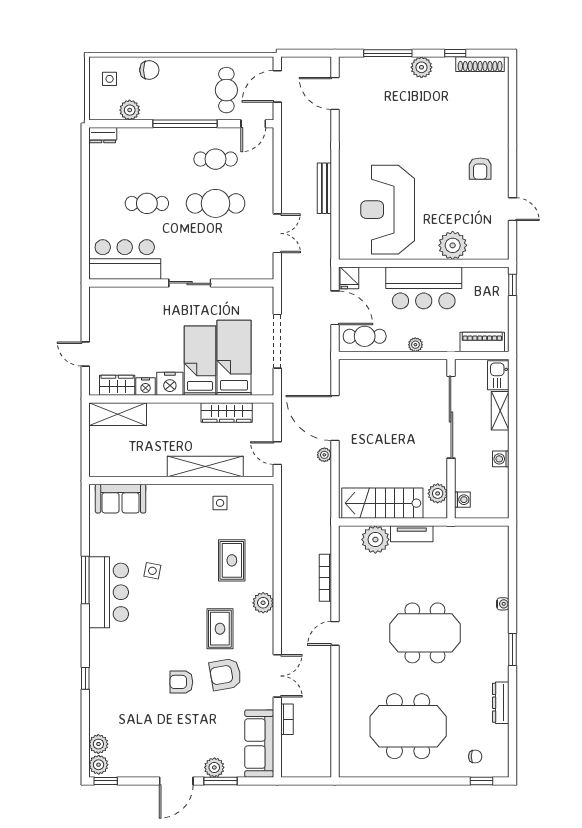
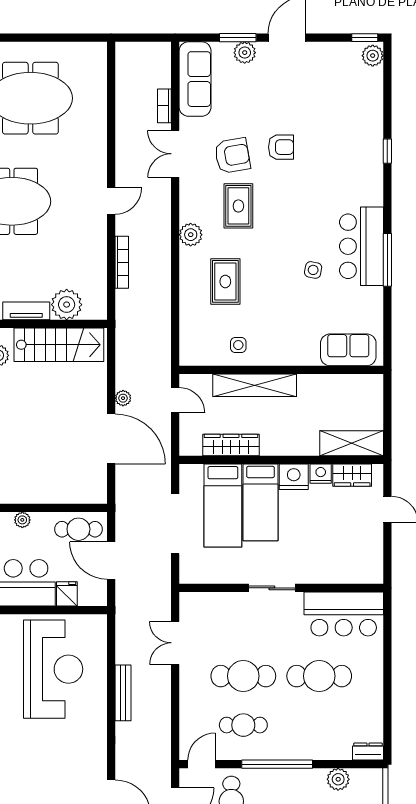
cafe table: (147, 203) -> (319, 676), width x1.37, depth x1.35
fridge: (349, 278) -> (67, 594), moved
plant: (98, 744) -> (373, 79), removed

